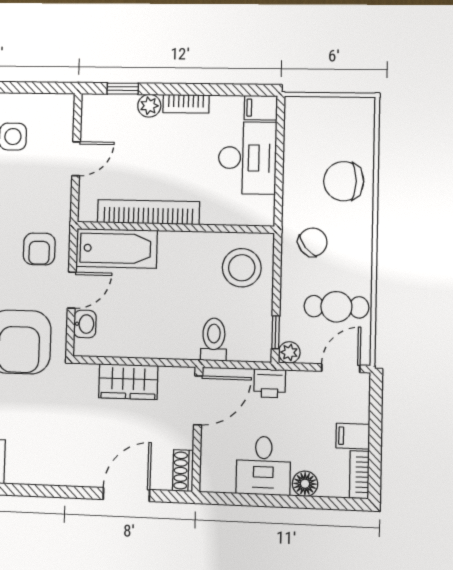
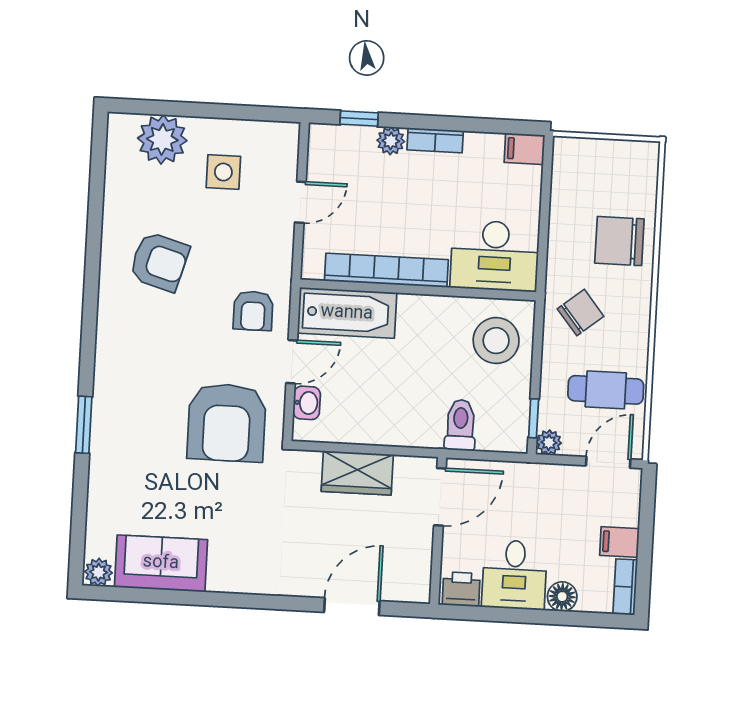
desk: (247, 158) -> (495, 256), moved, turned 90
printer: (270, 383) -> (461, 589), moved, turned 180
shoe rack: (183, 471) -> (420, 579), removed

